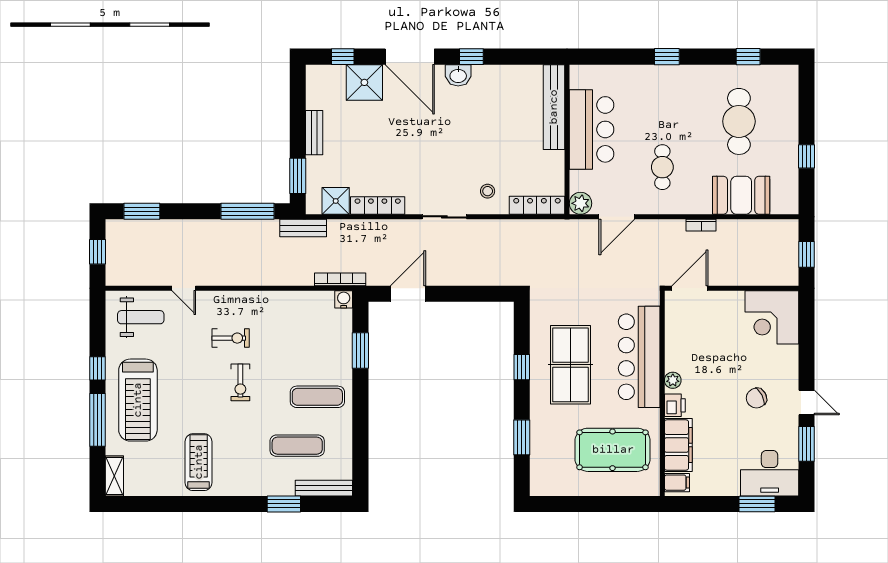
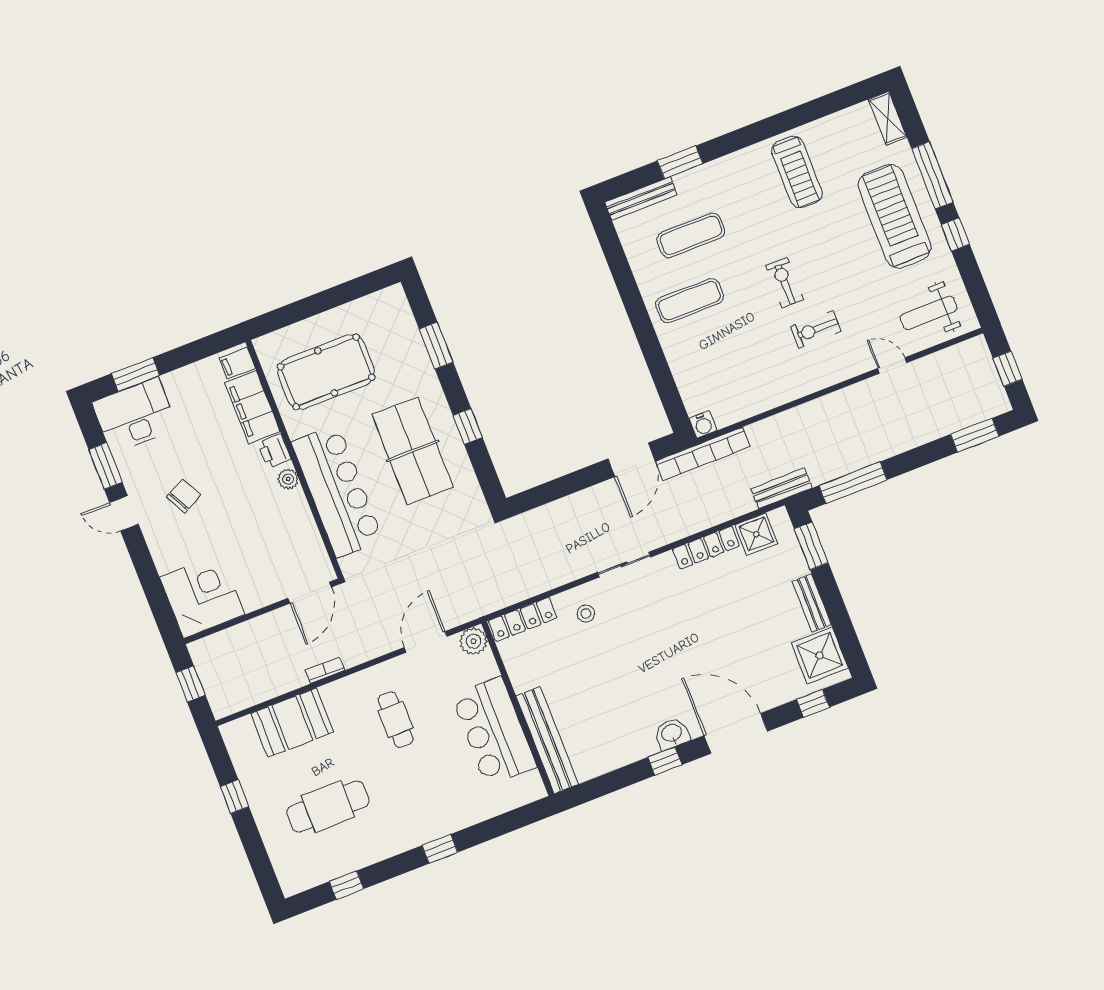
shower: (364, 82) -> (820, 655), moved
cafe table: (739, 121) -> (328, 807), turned 90
bookcase: (340, 279) -> (703, 454), width x1.48, depth x1.31
window: (360, 350) -> (661, 373), removed

